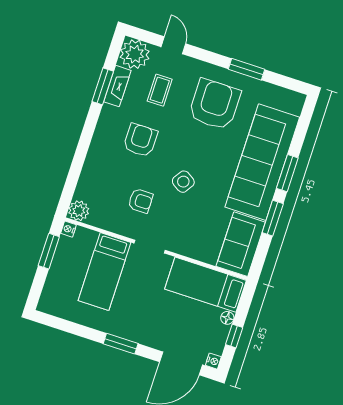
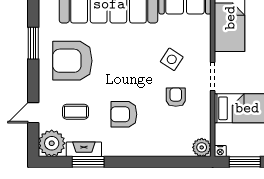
side table: (183, 182) -> (172, 59), moved

